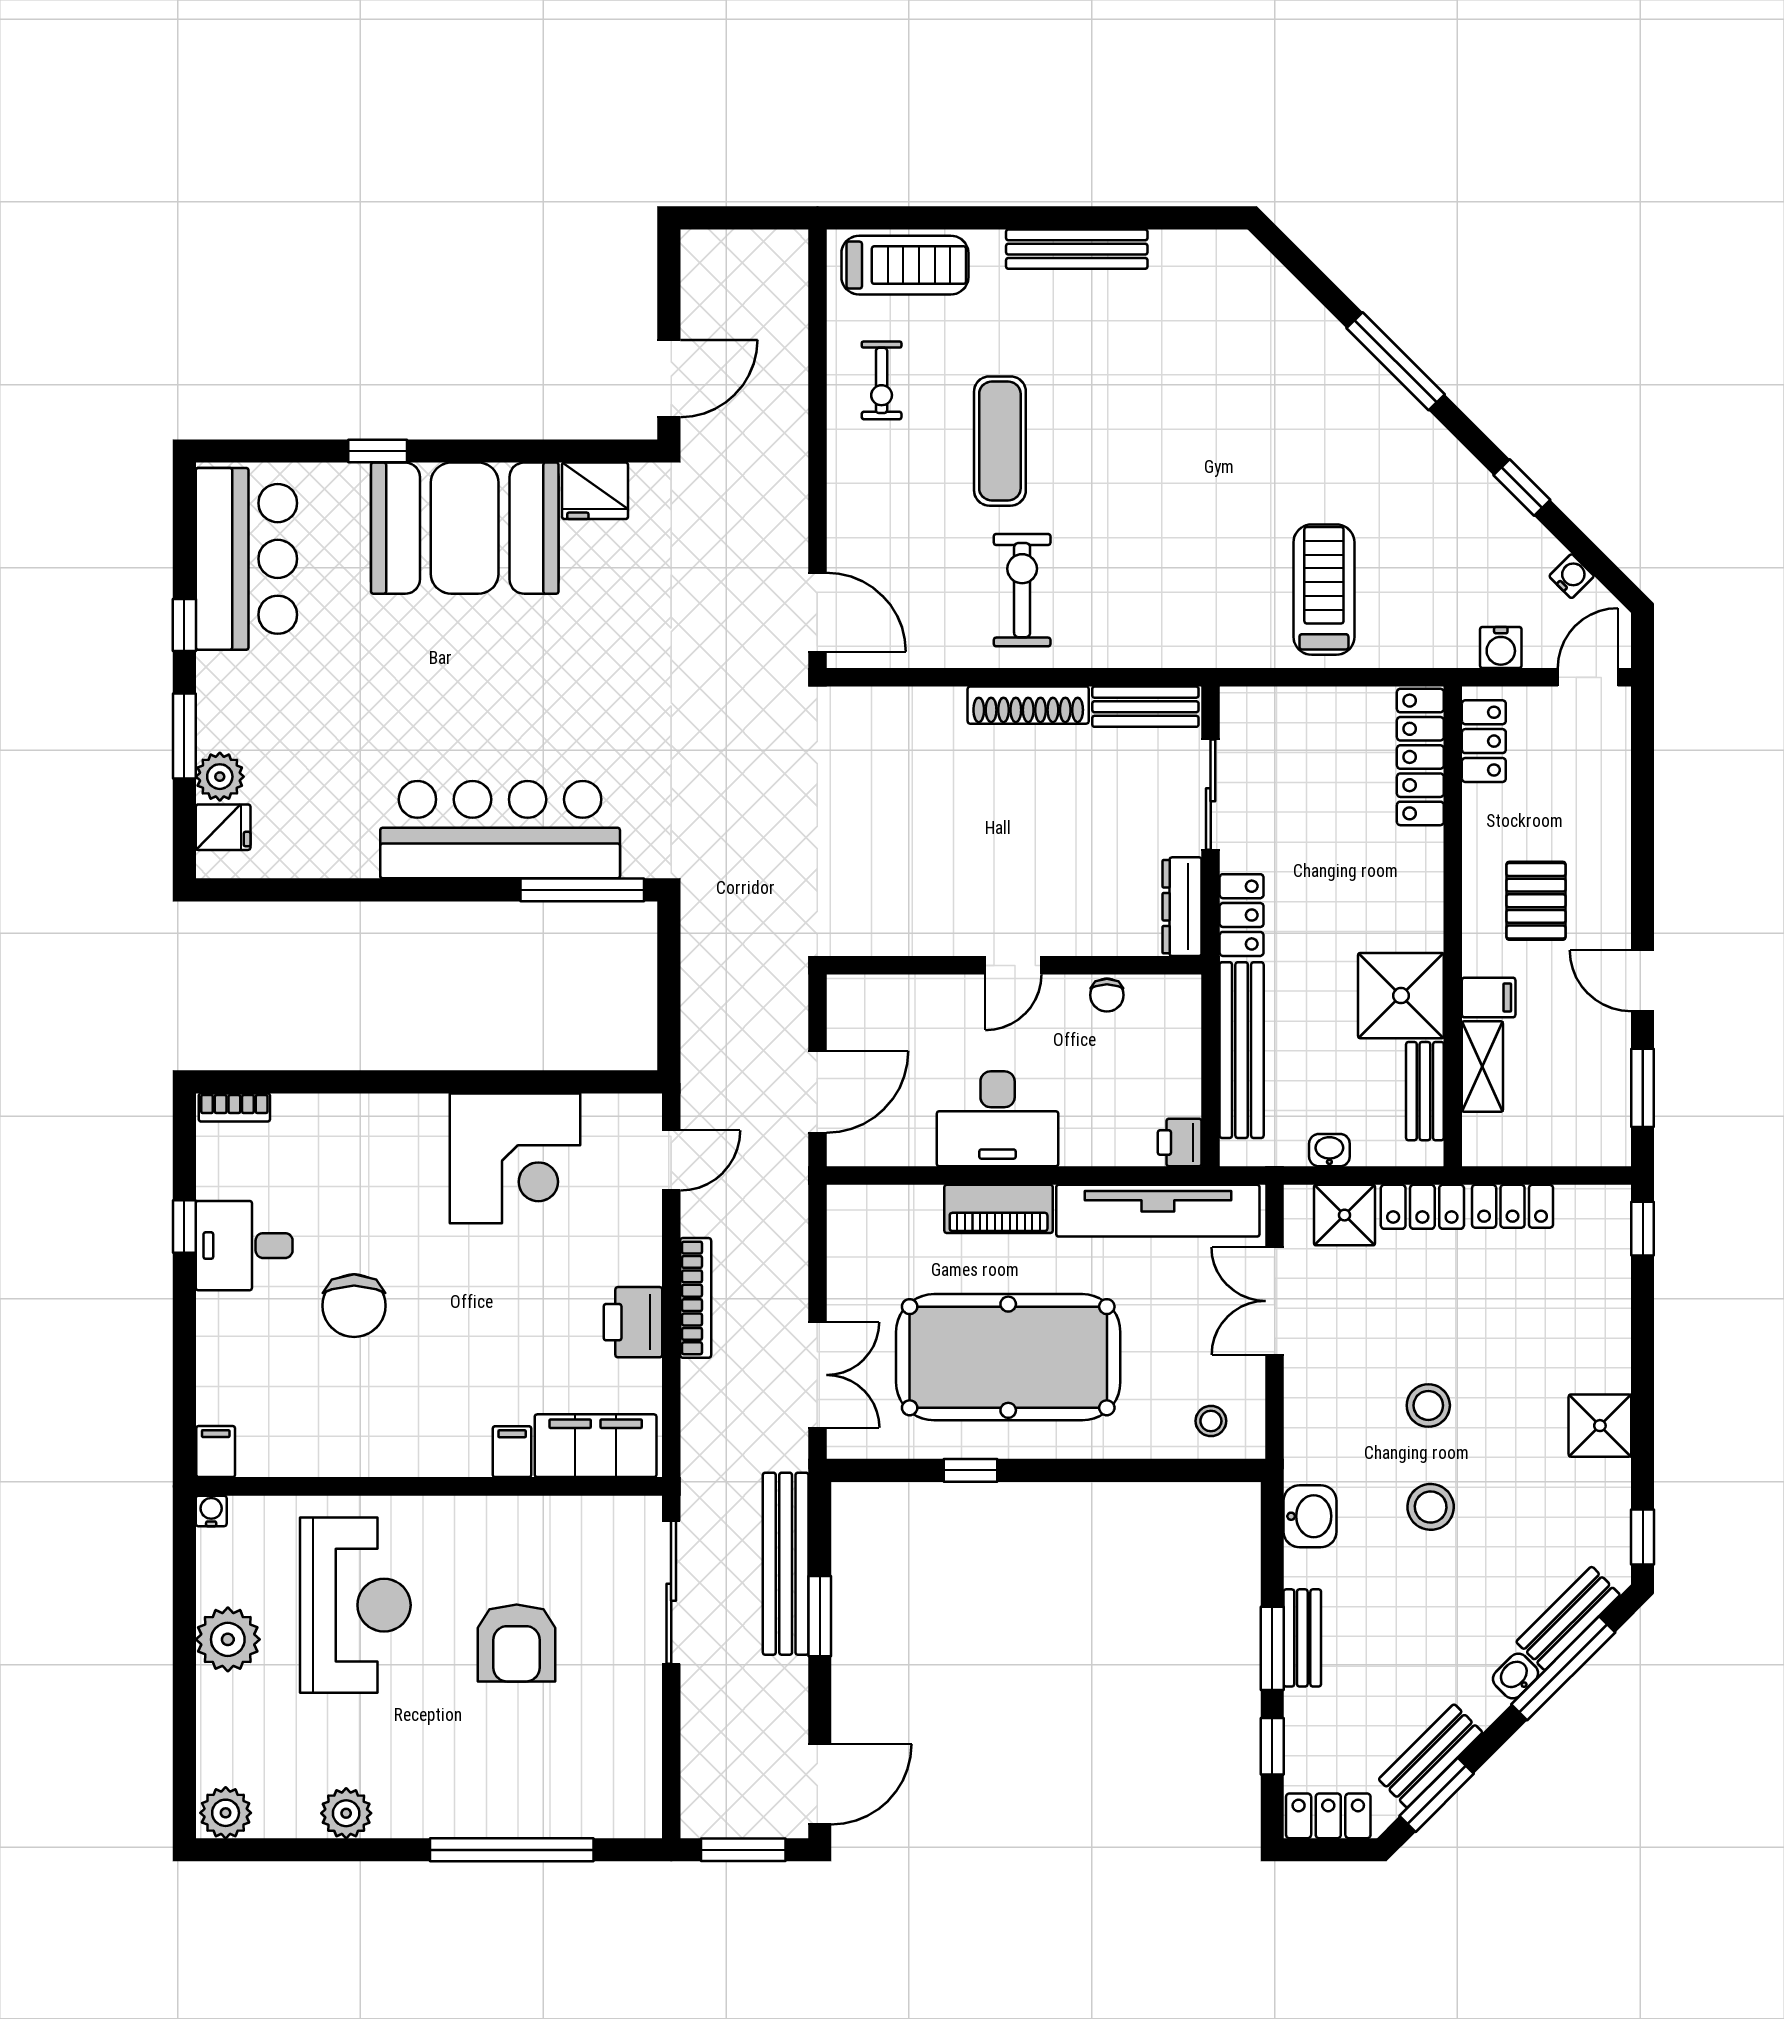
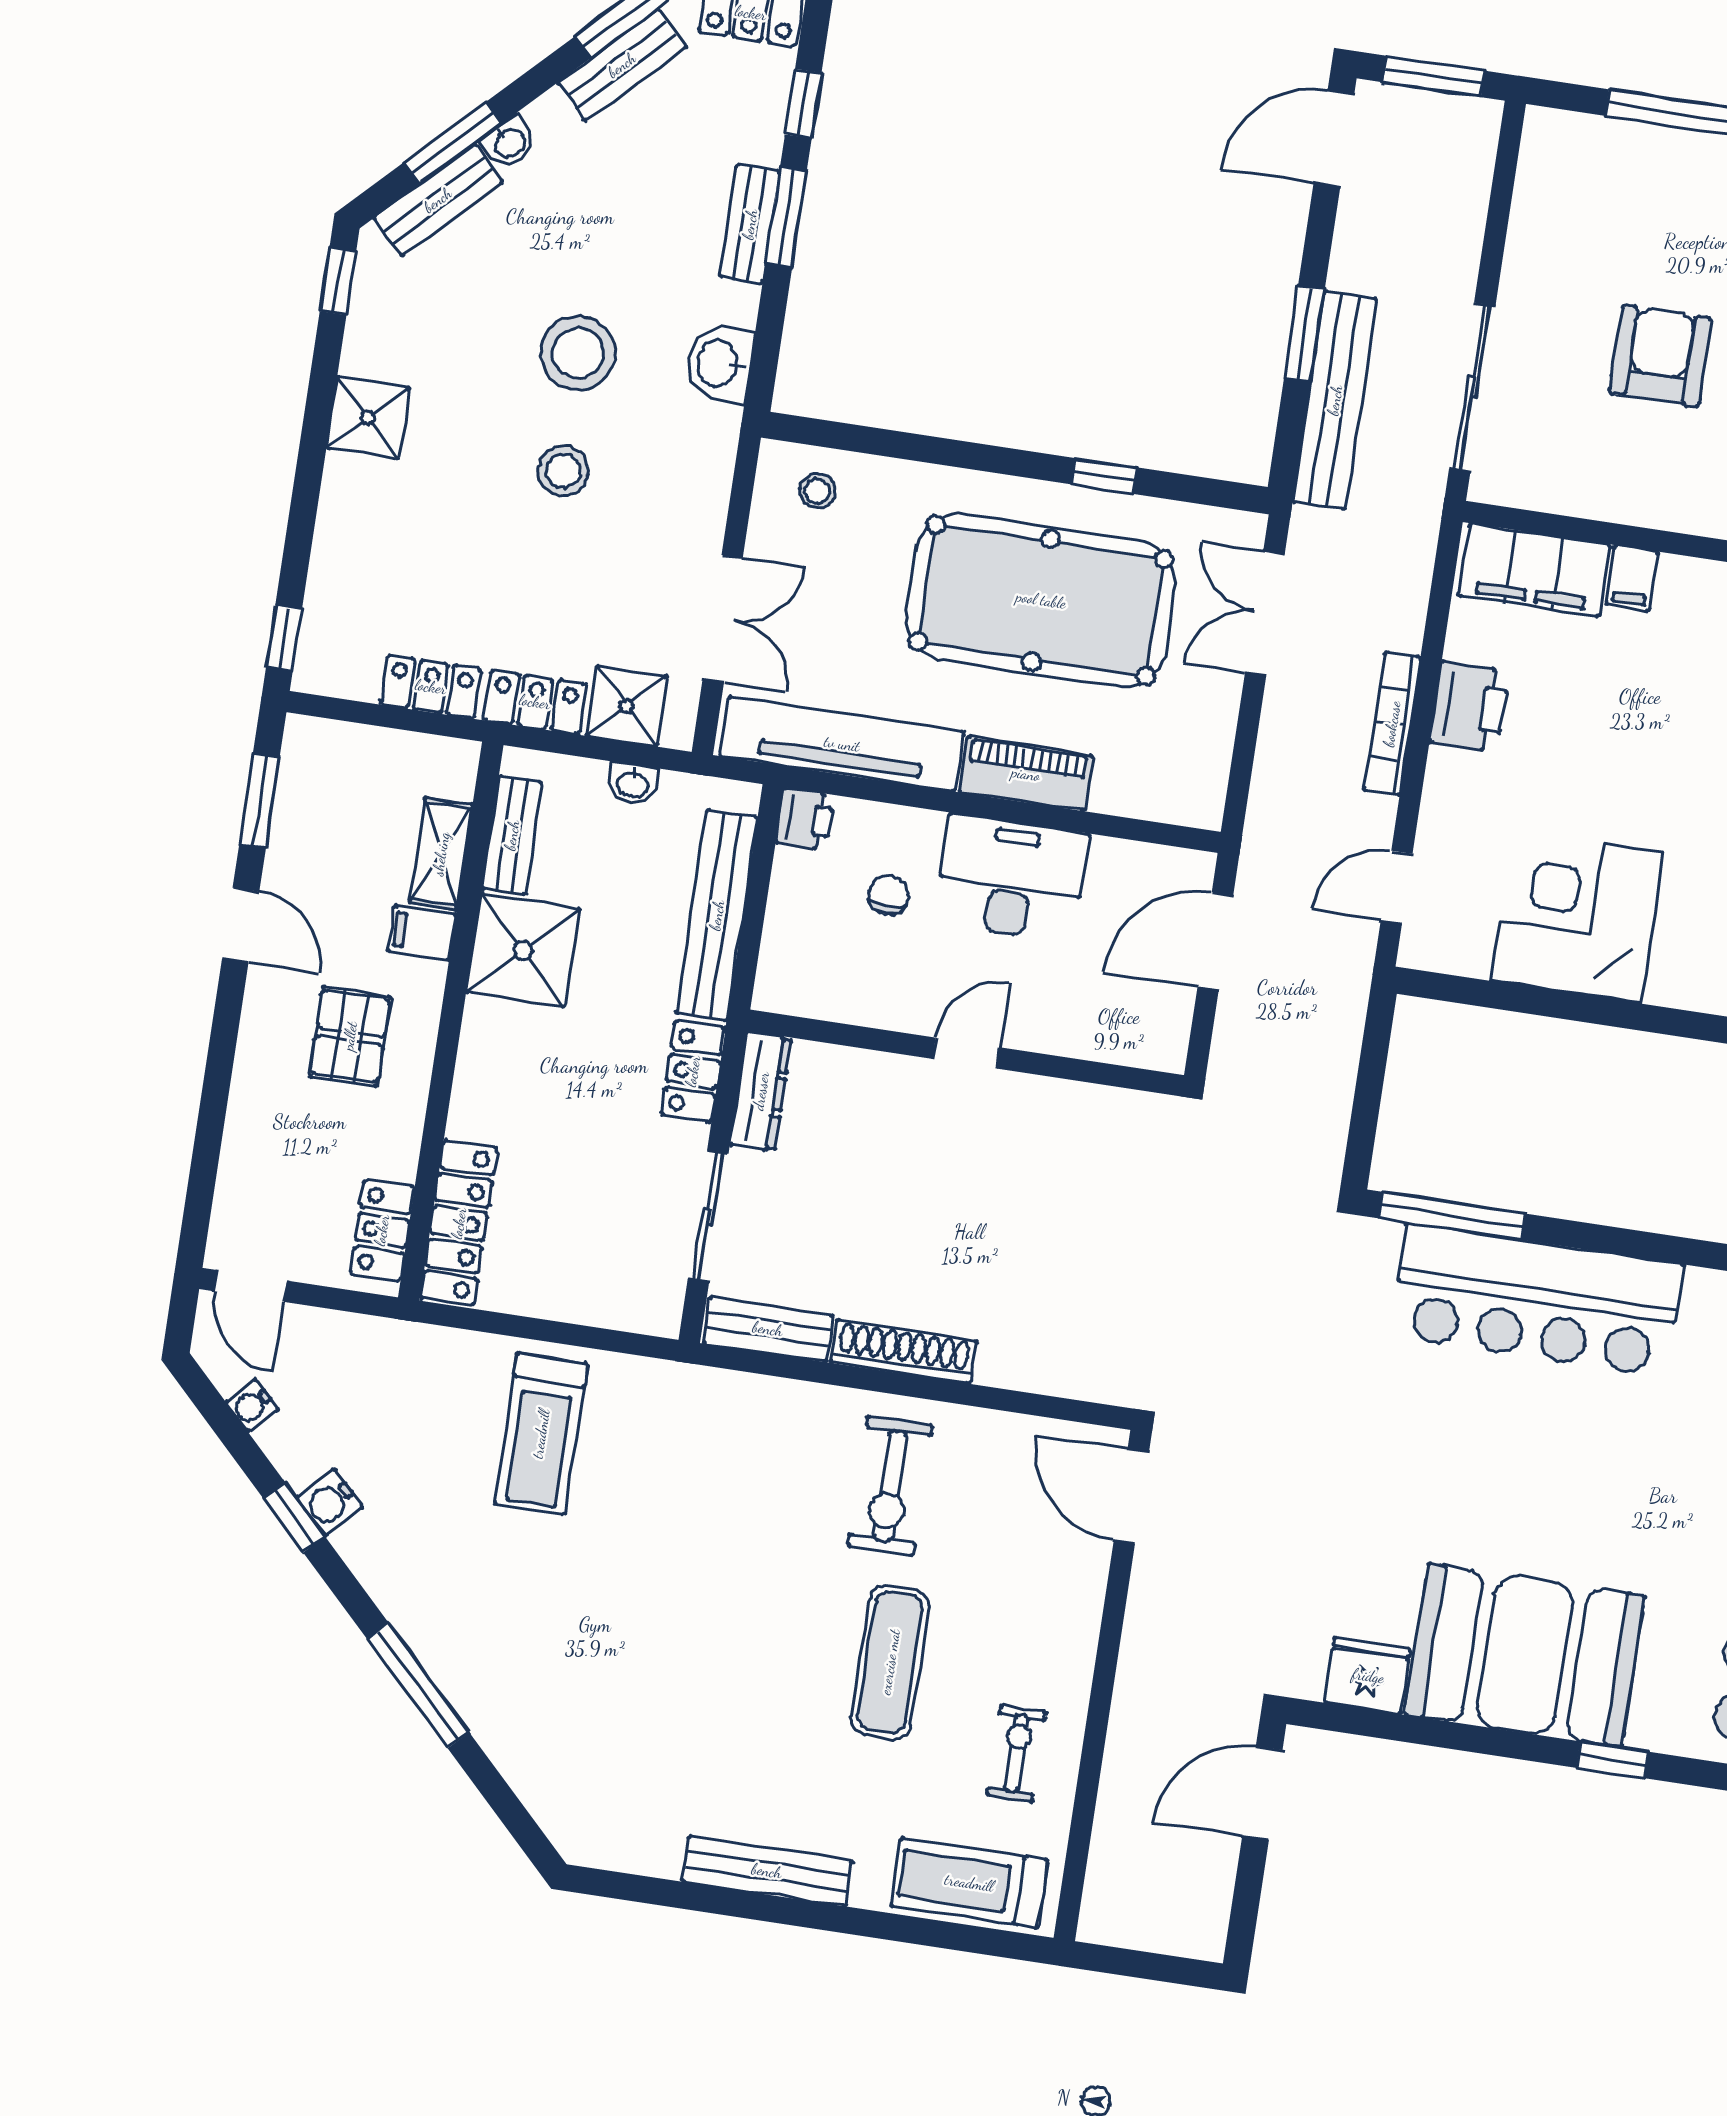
water cooler: (1501, 648) -> (330, 1502), moved, turned -135
door: (1588, 677) -> (251, 1286), hinge flipped
chair: (1107, 995) -> (889, 895), moved
stool: (1431, 1507) -> (578, 353), width x1.38, depth x1.38
window: (1563, 1668) -> (453, 143), width x0.69

